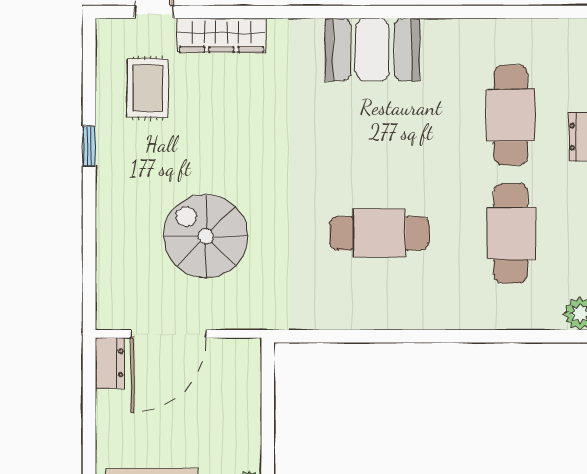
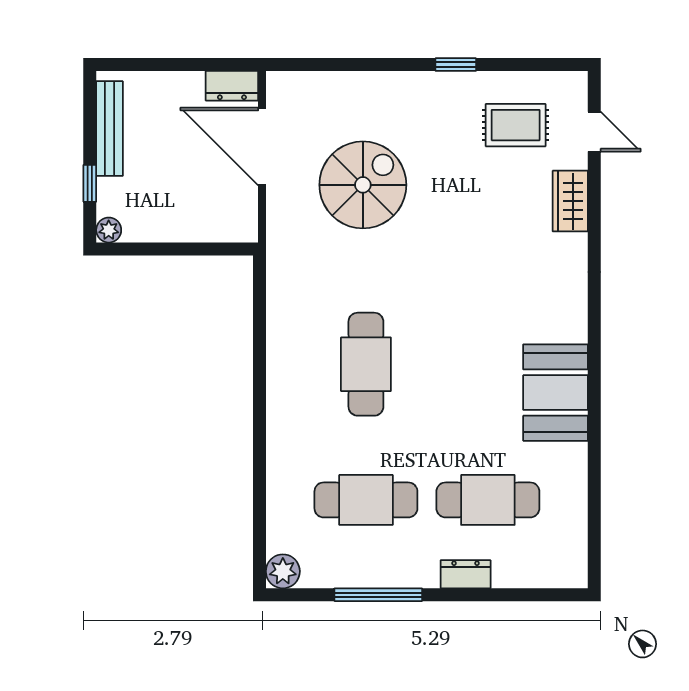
wardrobe: (221, 35) -> (570, 201), width x0.67
booth: (372, 50) -> (556, 393), moved

